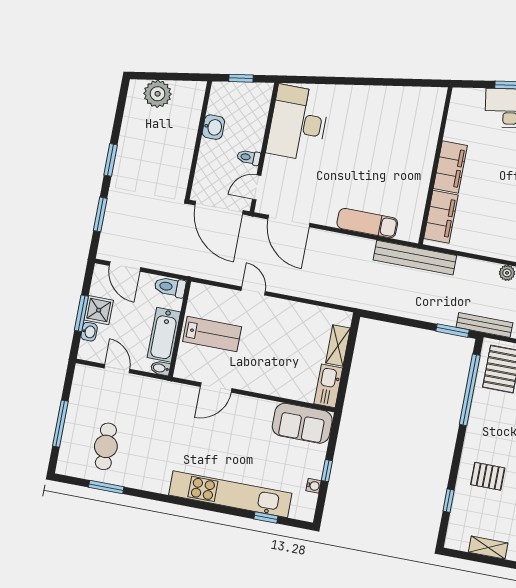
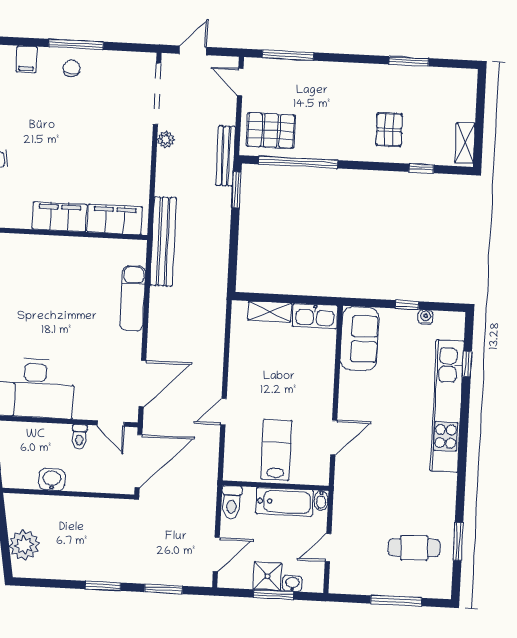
door: (216, 388) -> (334, 437), hinge flipped
shelving: (488, 548) -> (465, 143), moved

